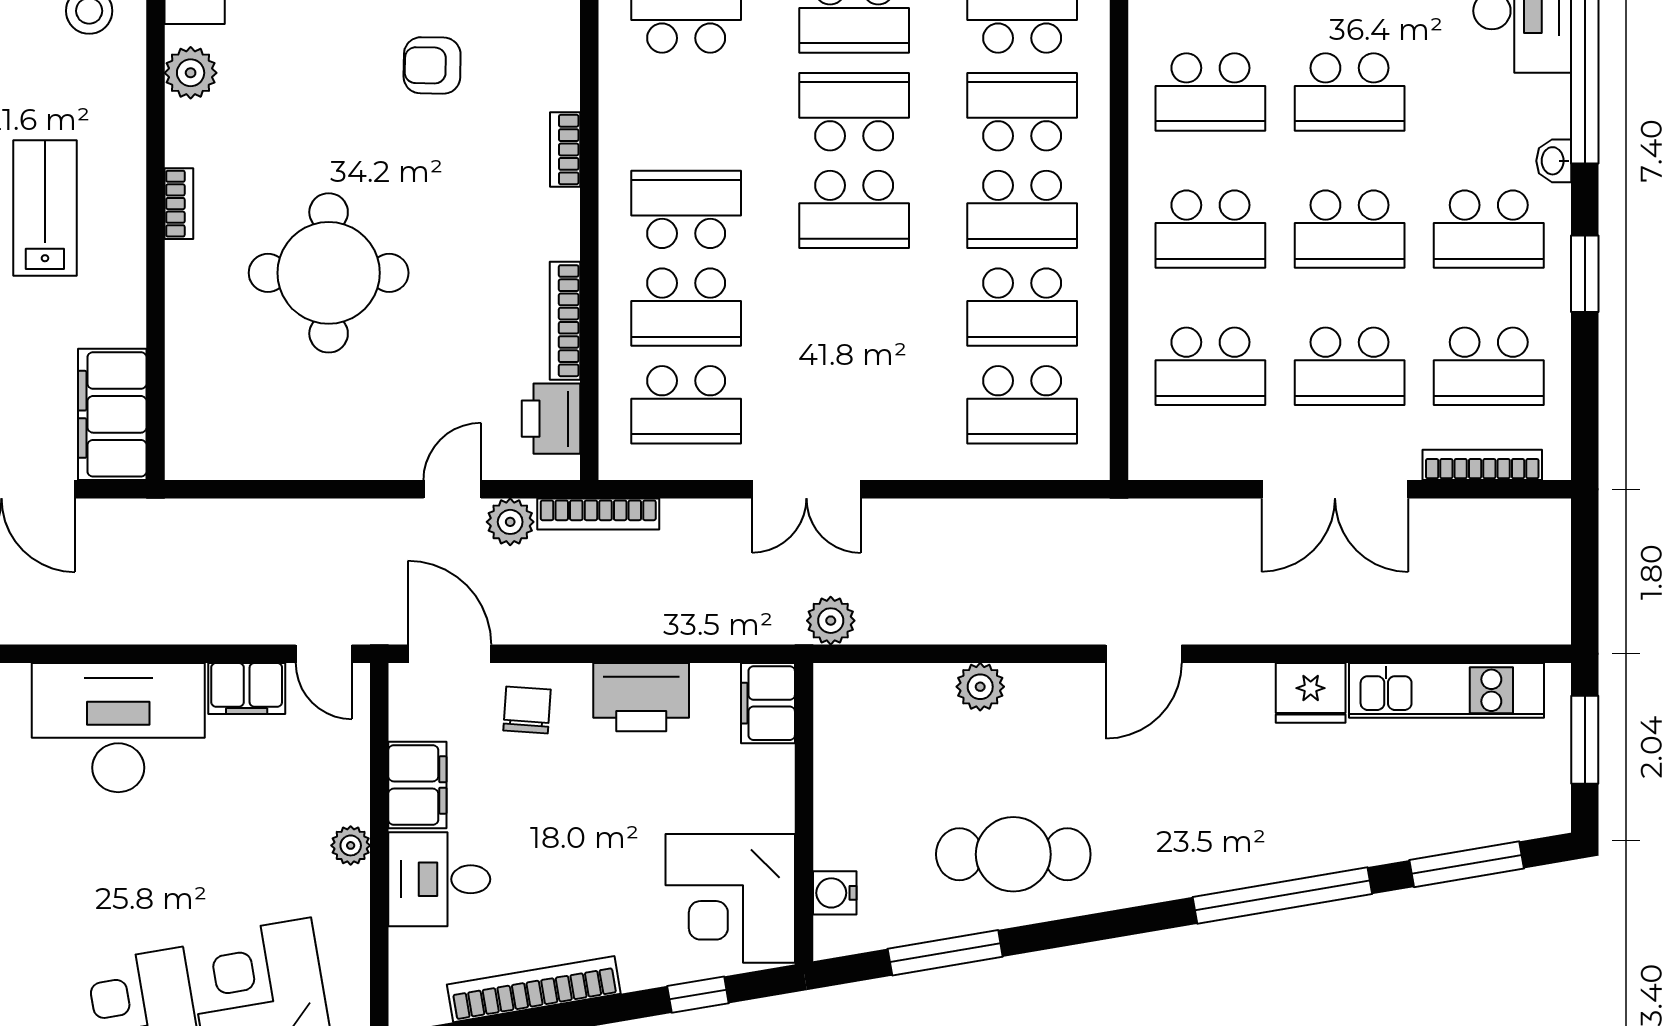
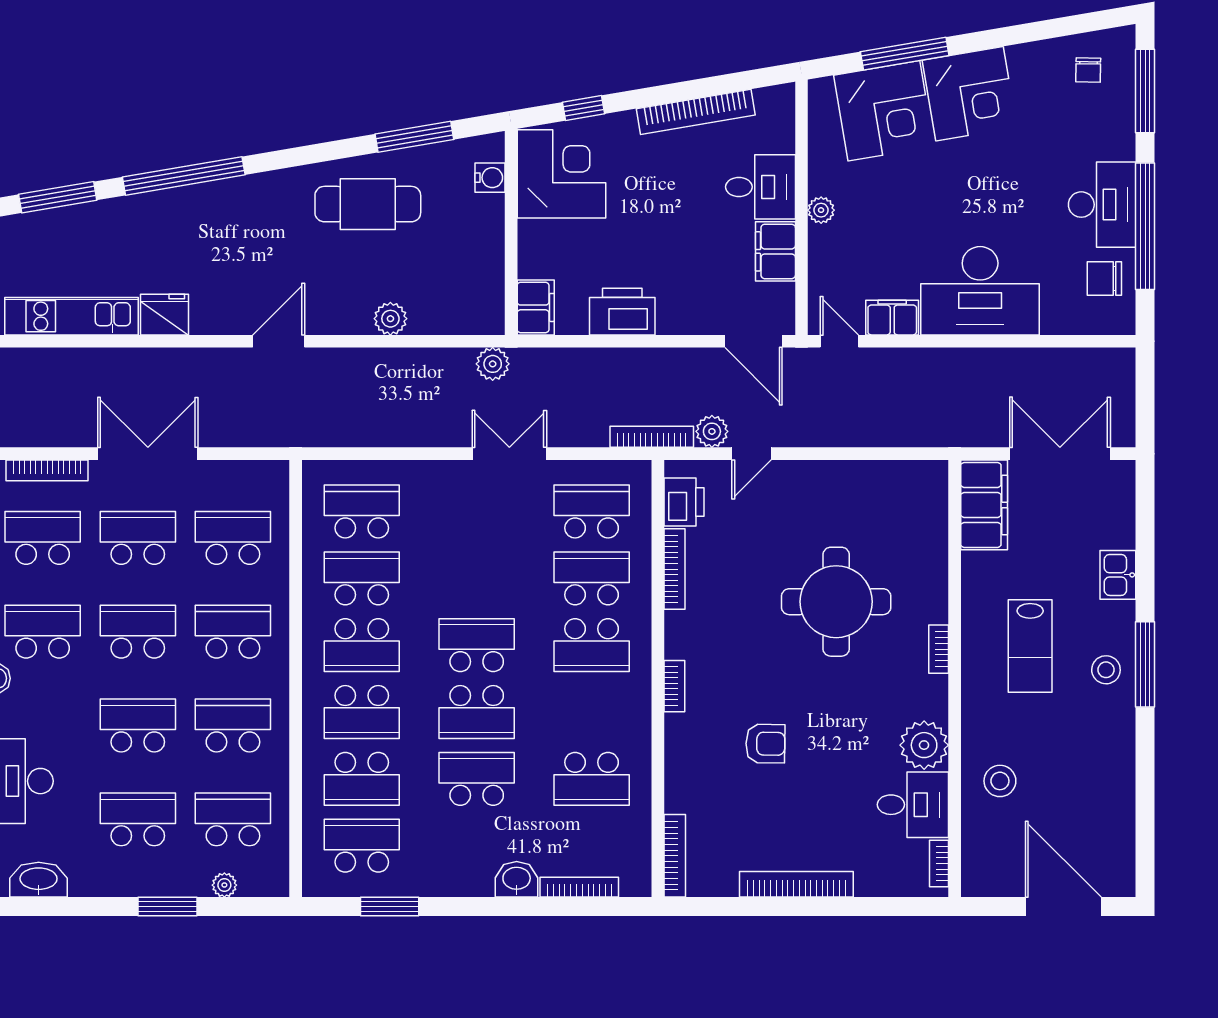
plant: (191, 73) -> (924, 745), width x1.36, depth x1.36
school desk: (1022, 209) -> (362, 645), turned 180
chair: (527, 710) -> (700, 303), removed

